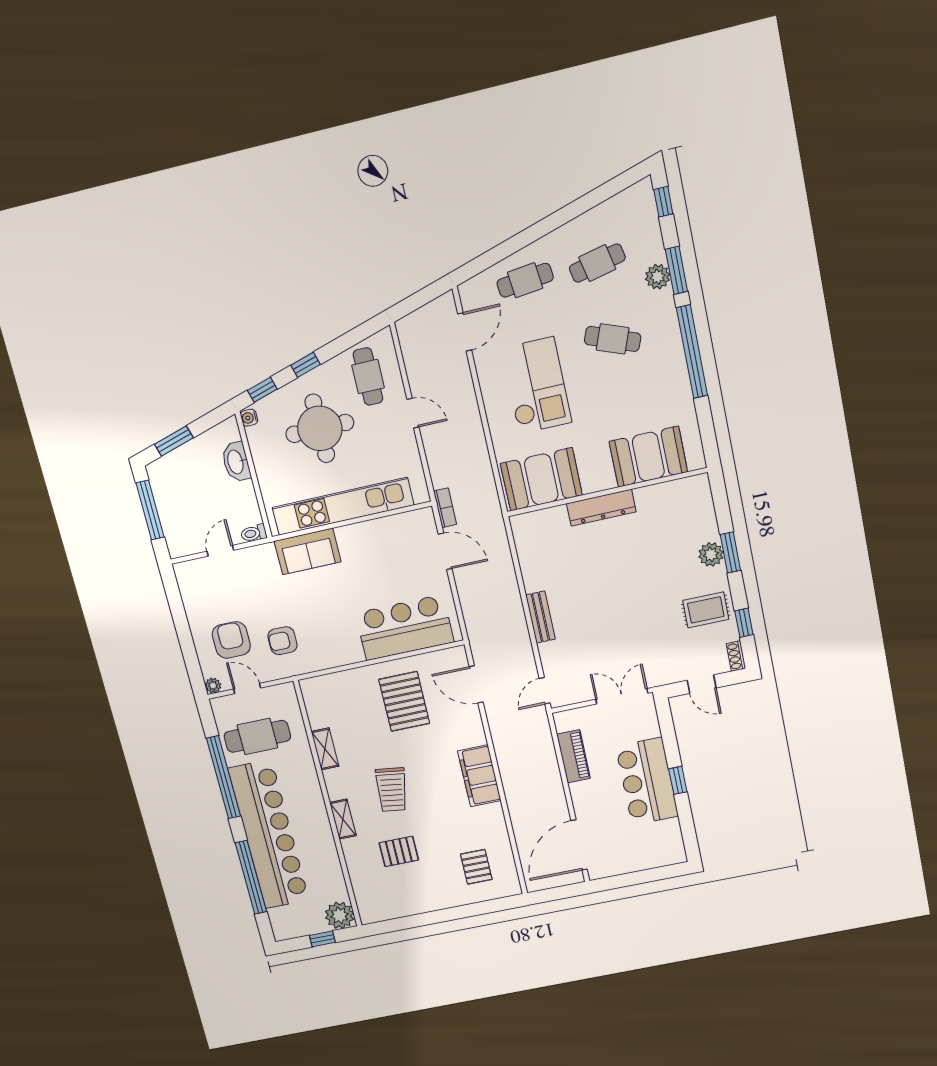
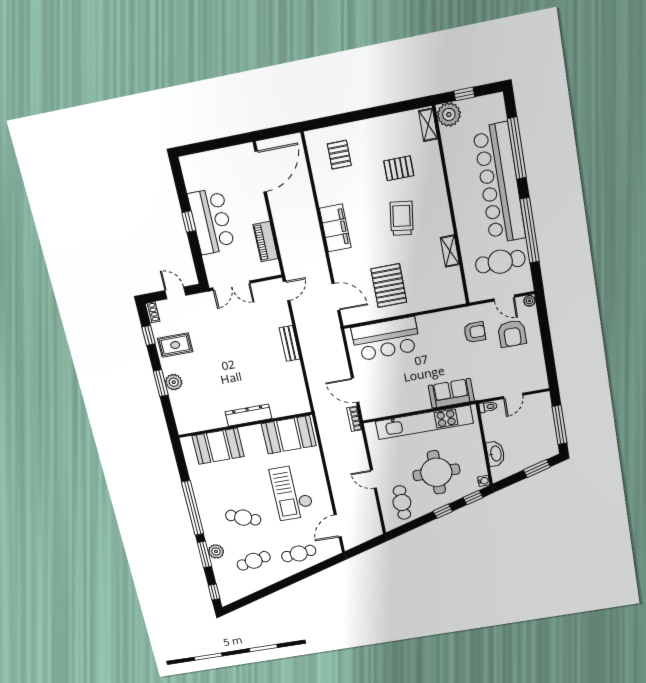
shelving: (343, 819) -> (428, 125), moved

